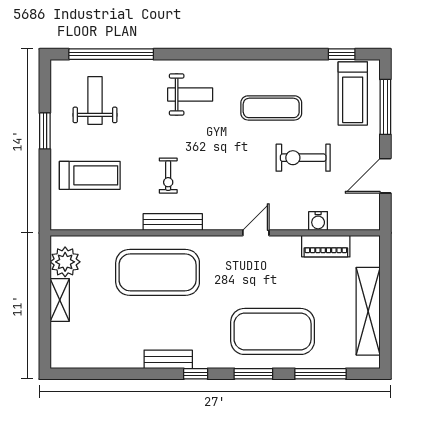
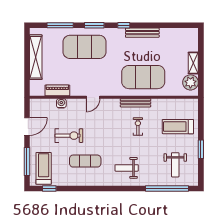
bench: (168, 359) -> (142, 33), width x1.36

